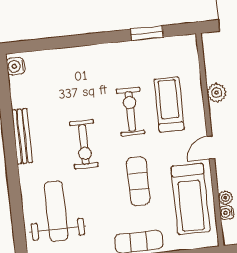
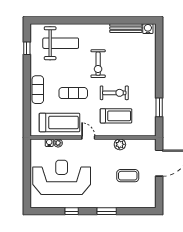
bench: (22, 136) -> (126, 28), moved
exercise bike: (84, 144) -> (98, 64), turned -90
treadmill: (191, 199) -> (59, 122), turned 180

